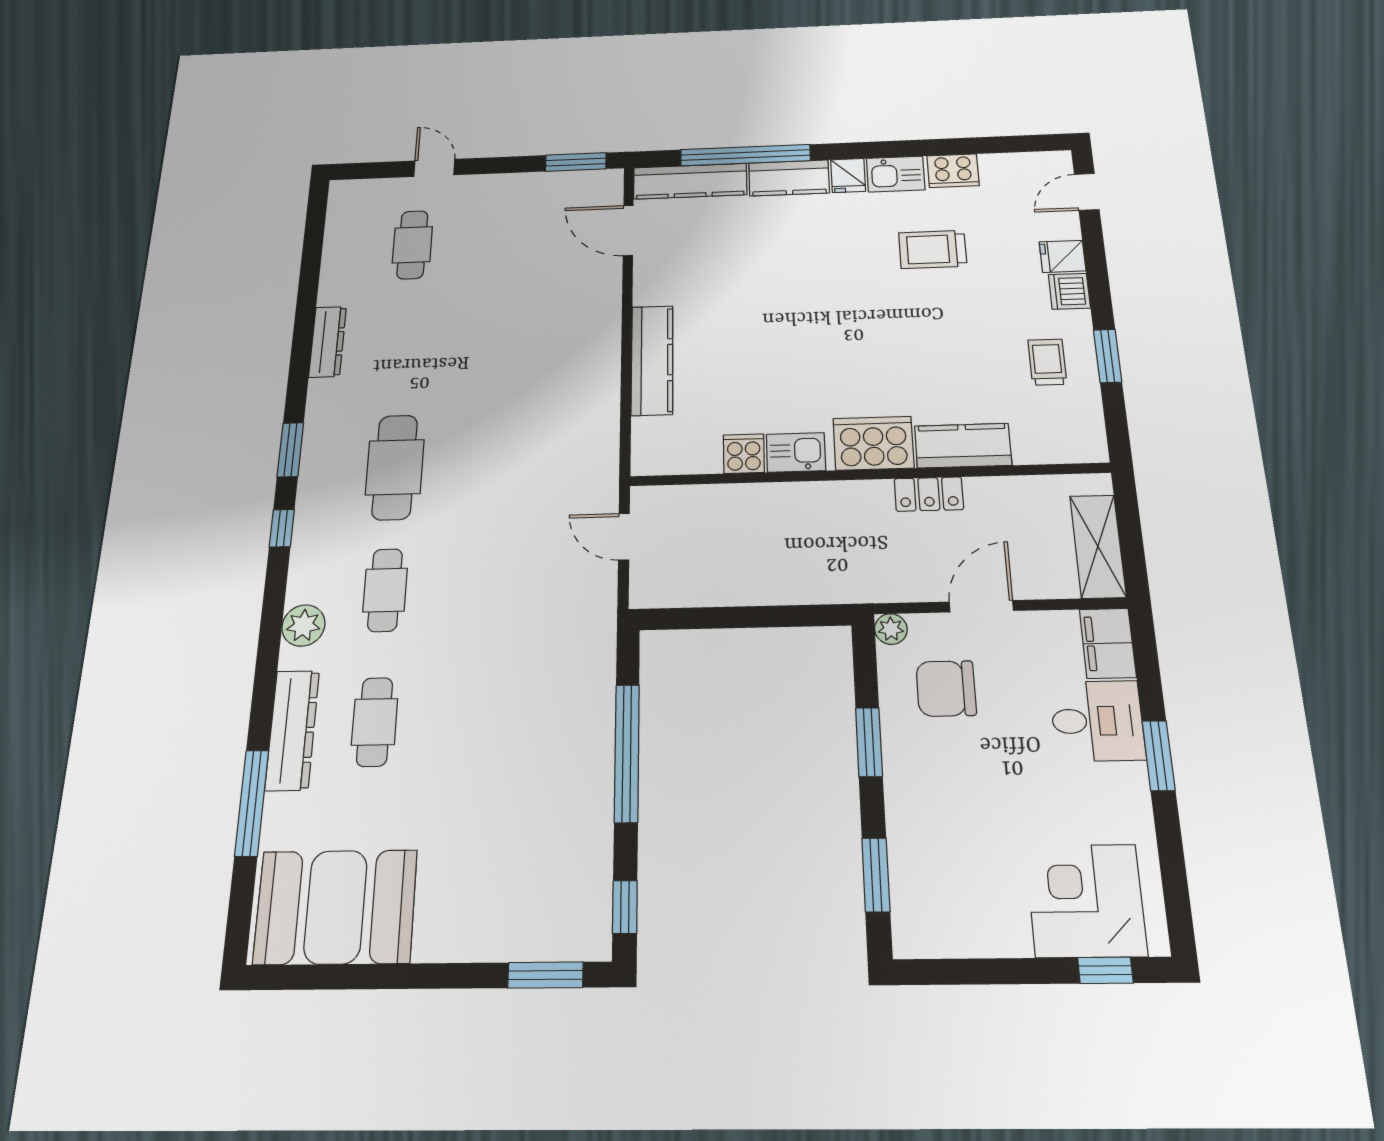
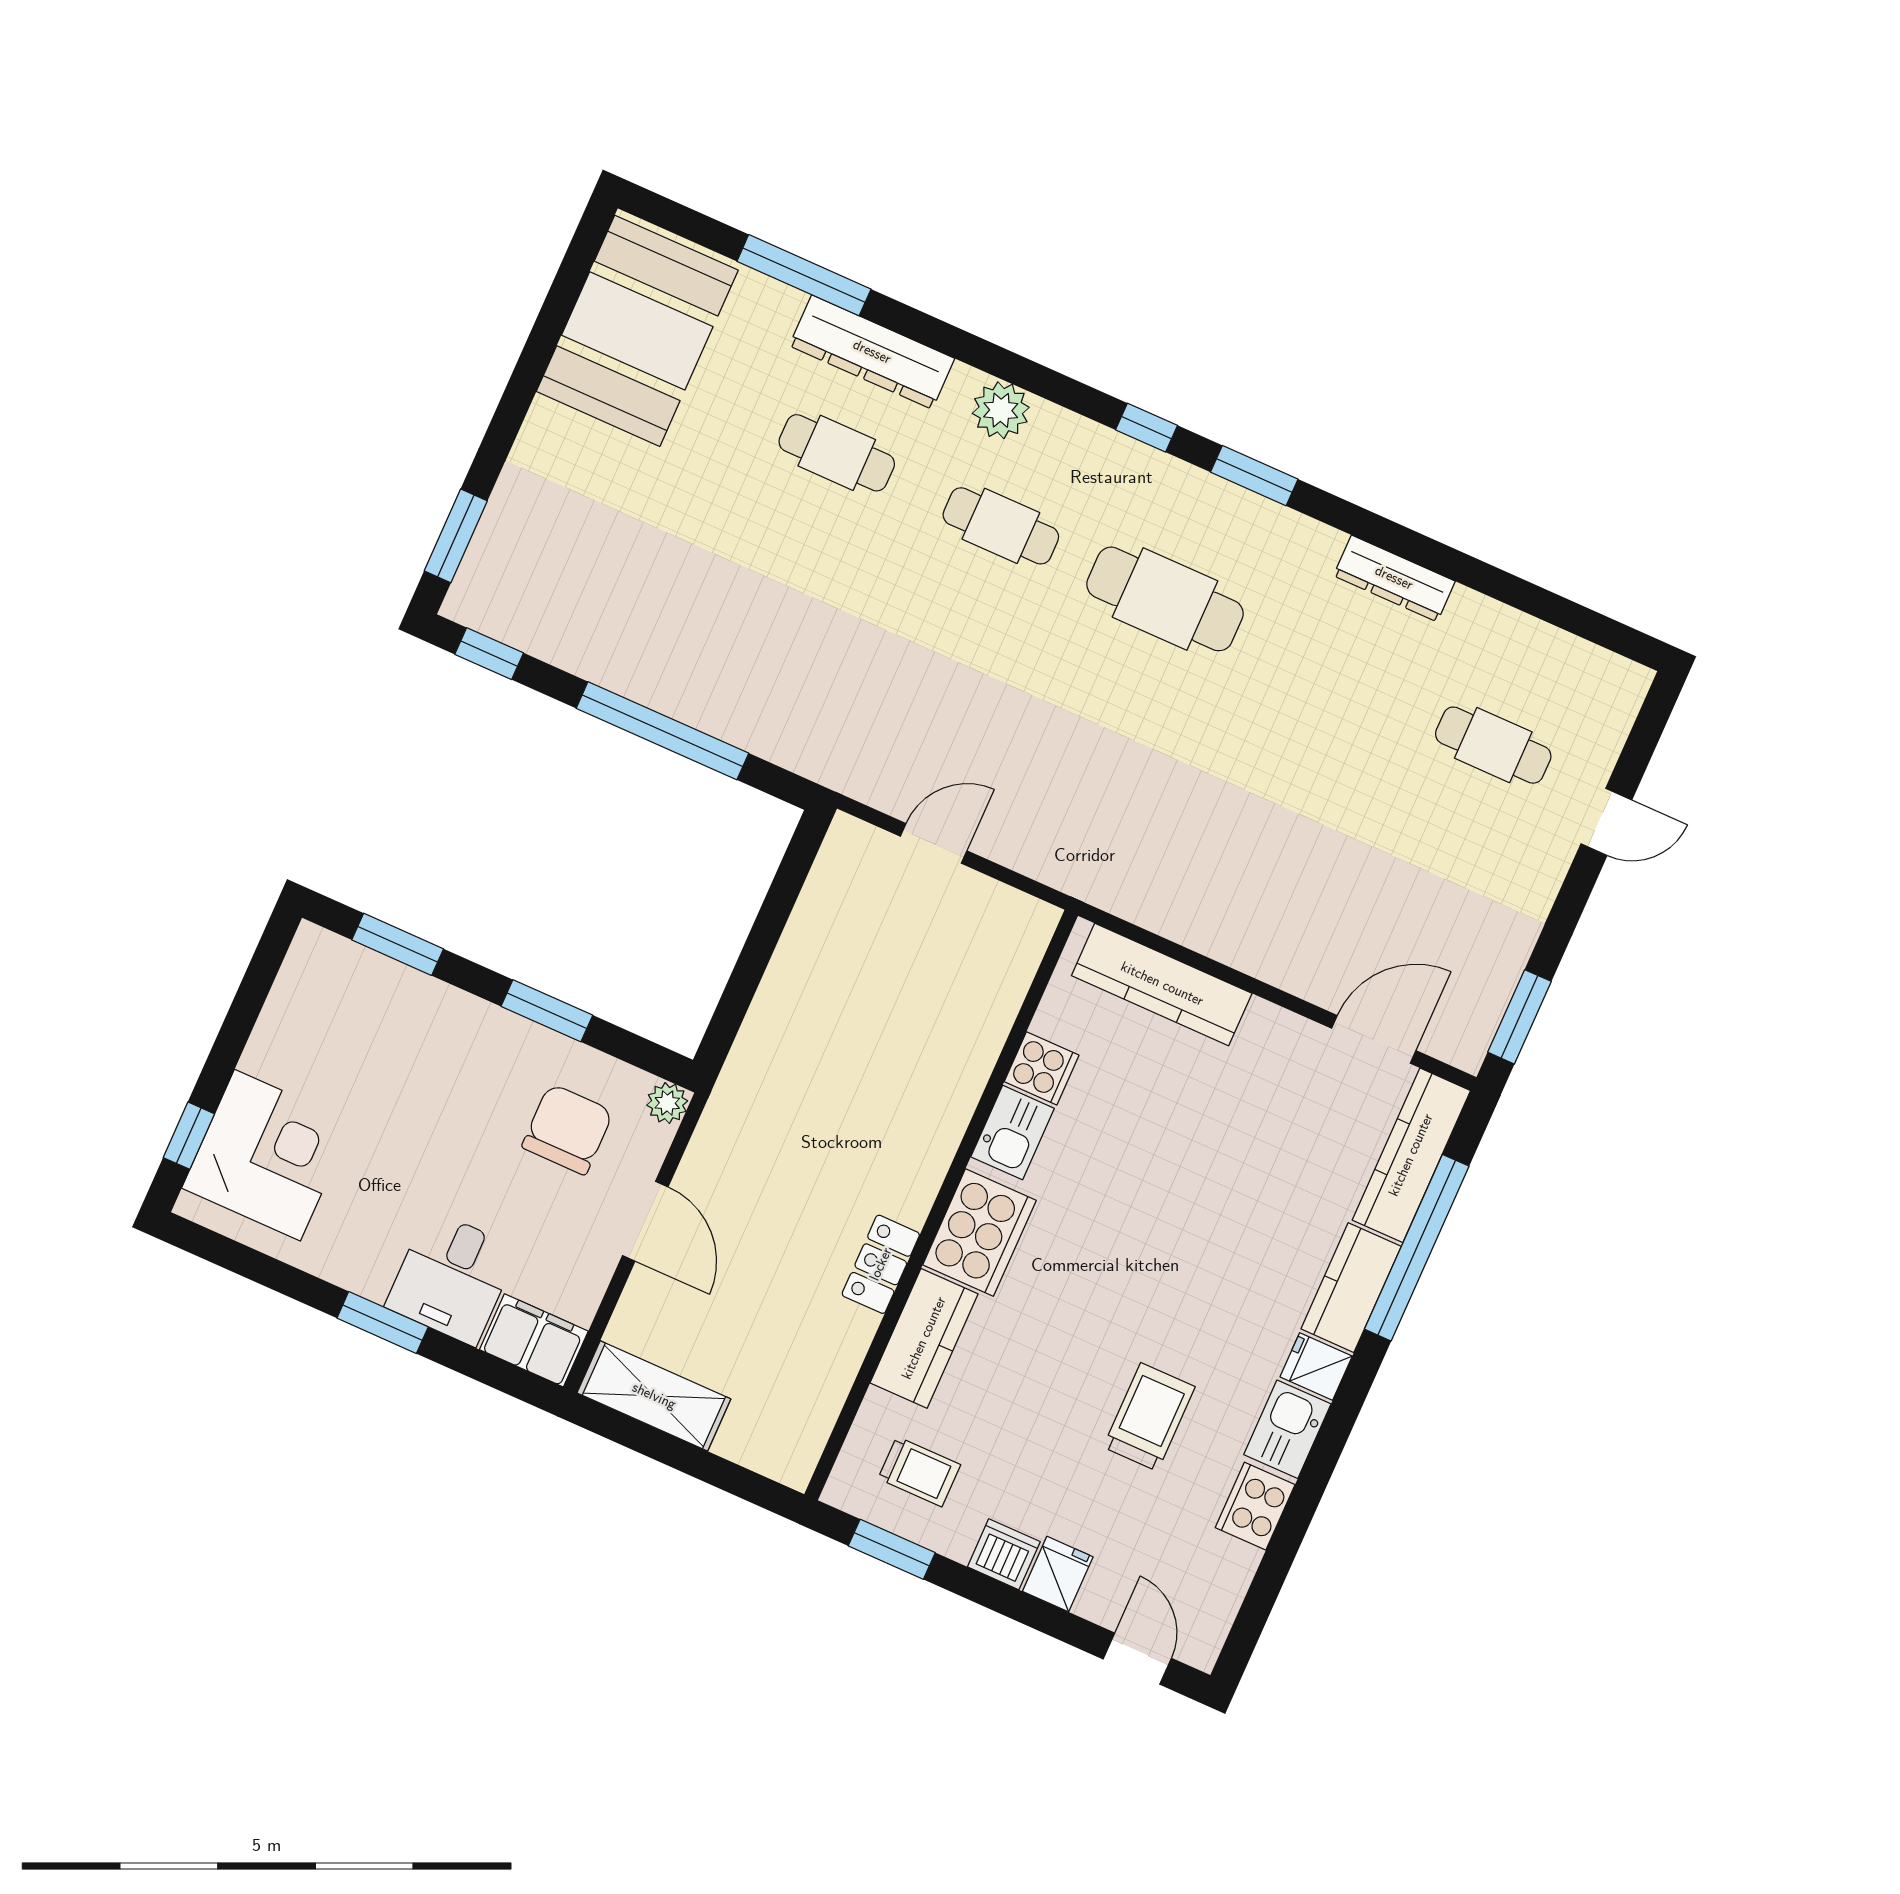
cooker: (873, 443) -> (979, 1233), moved
kitchen counter: (963, 446) -> (924, 1338), moved
kitchen sink: (796, 452) -> (1013, 1133), moved
cooker: (744, 454) -> (1042, 1068), moved
wall: (868, 475) -> (941, 1205), moved
locker: (929, 494) -> (881, 1264), moved

